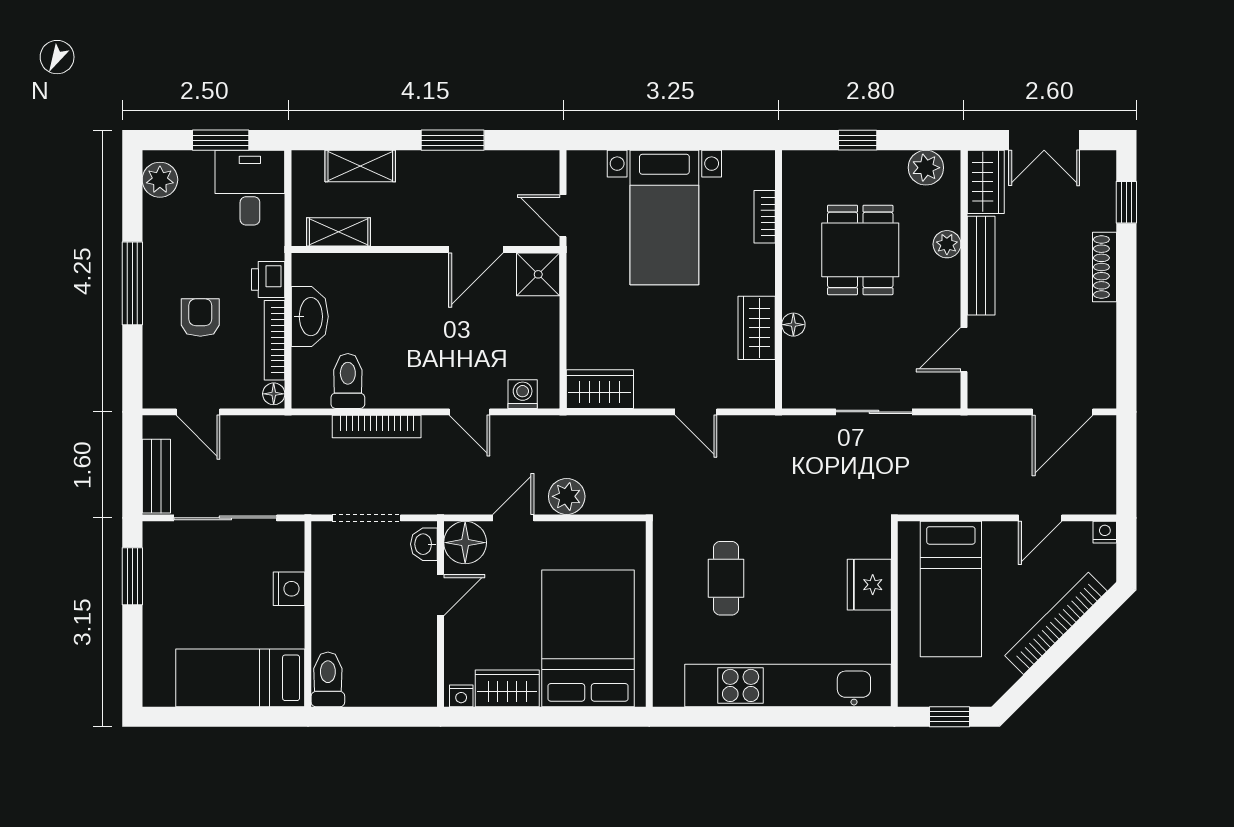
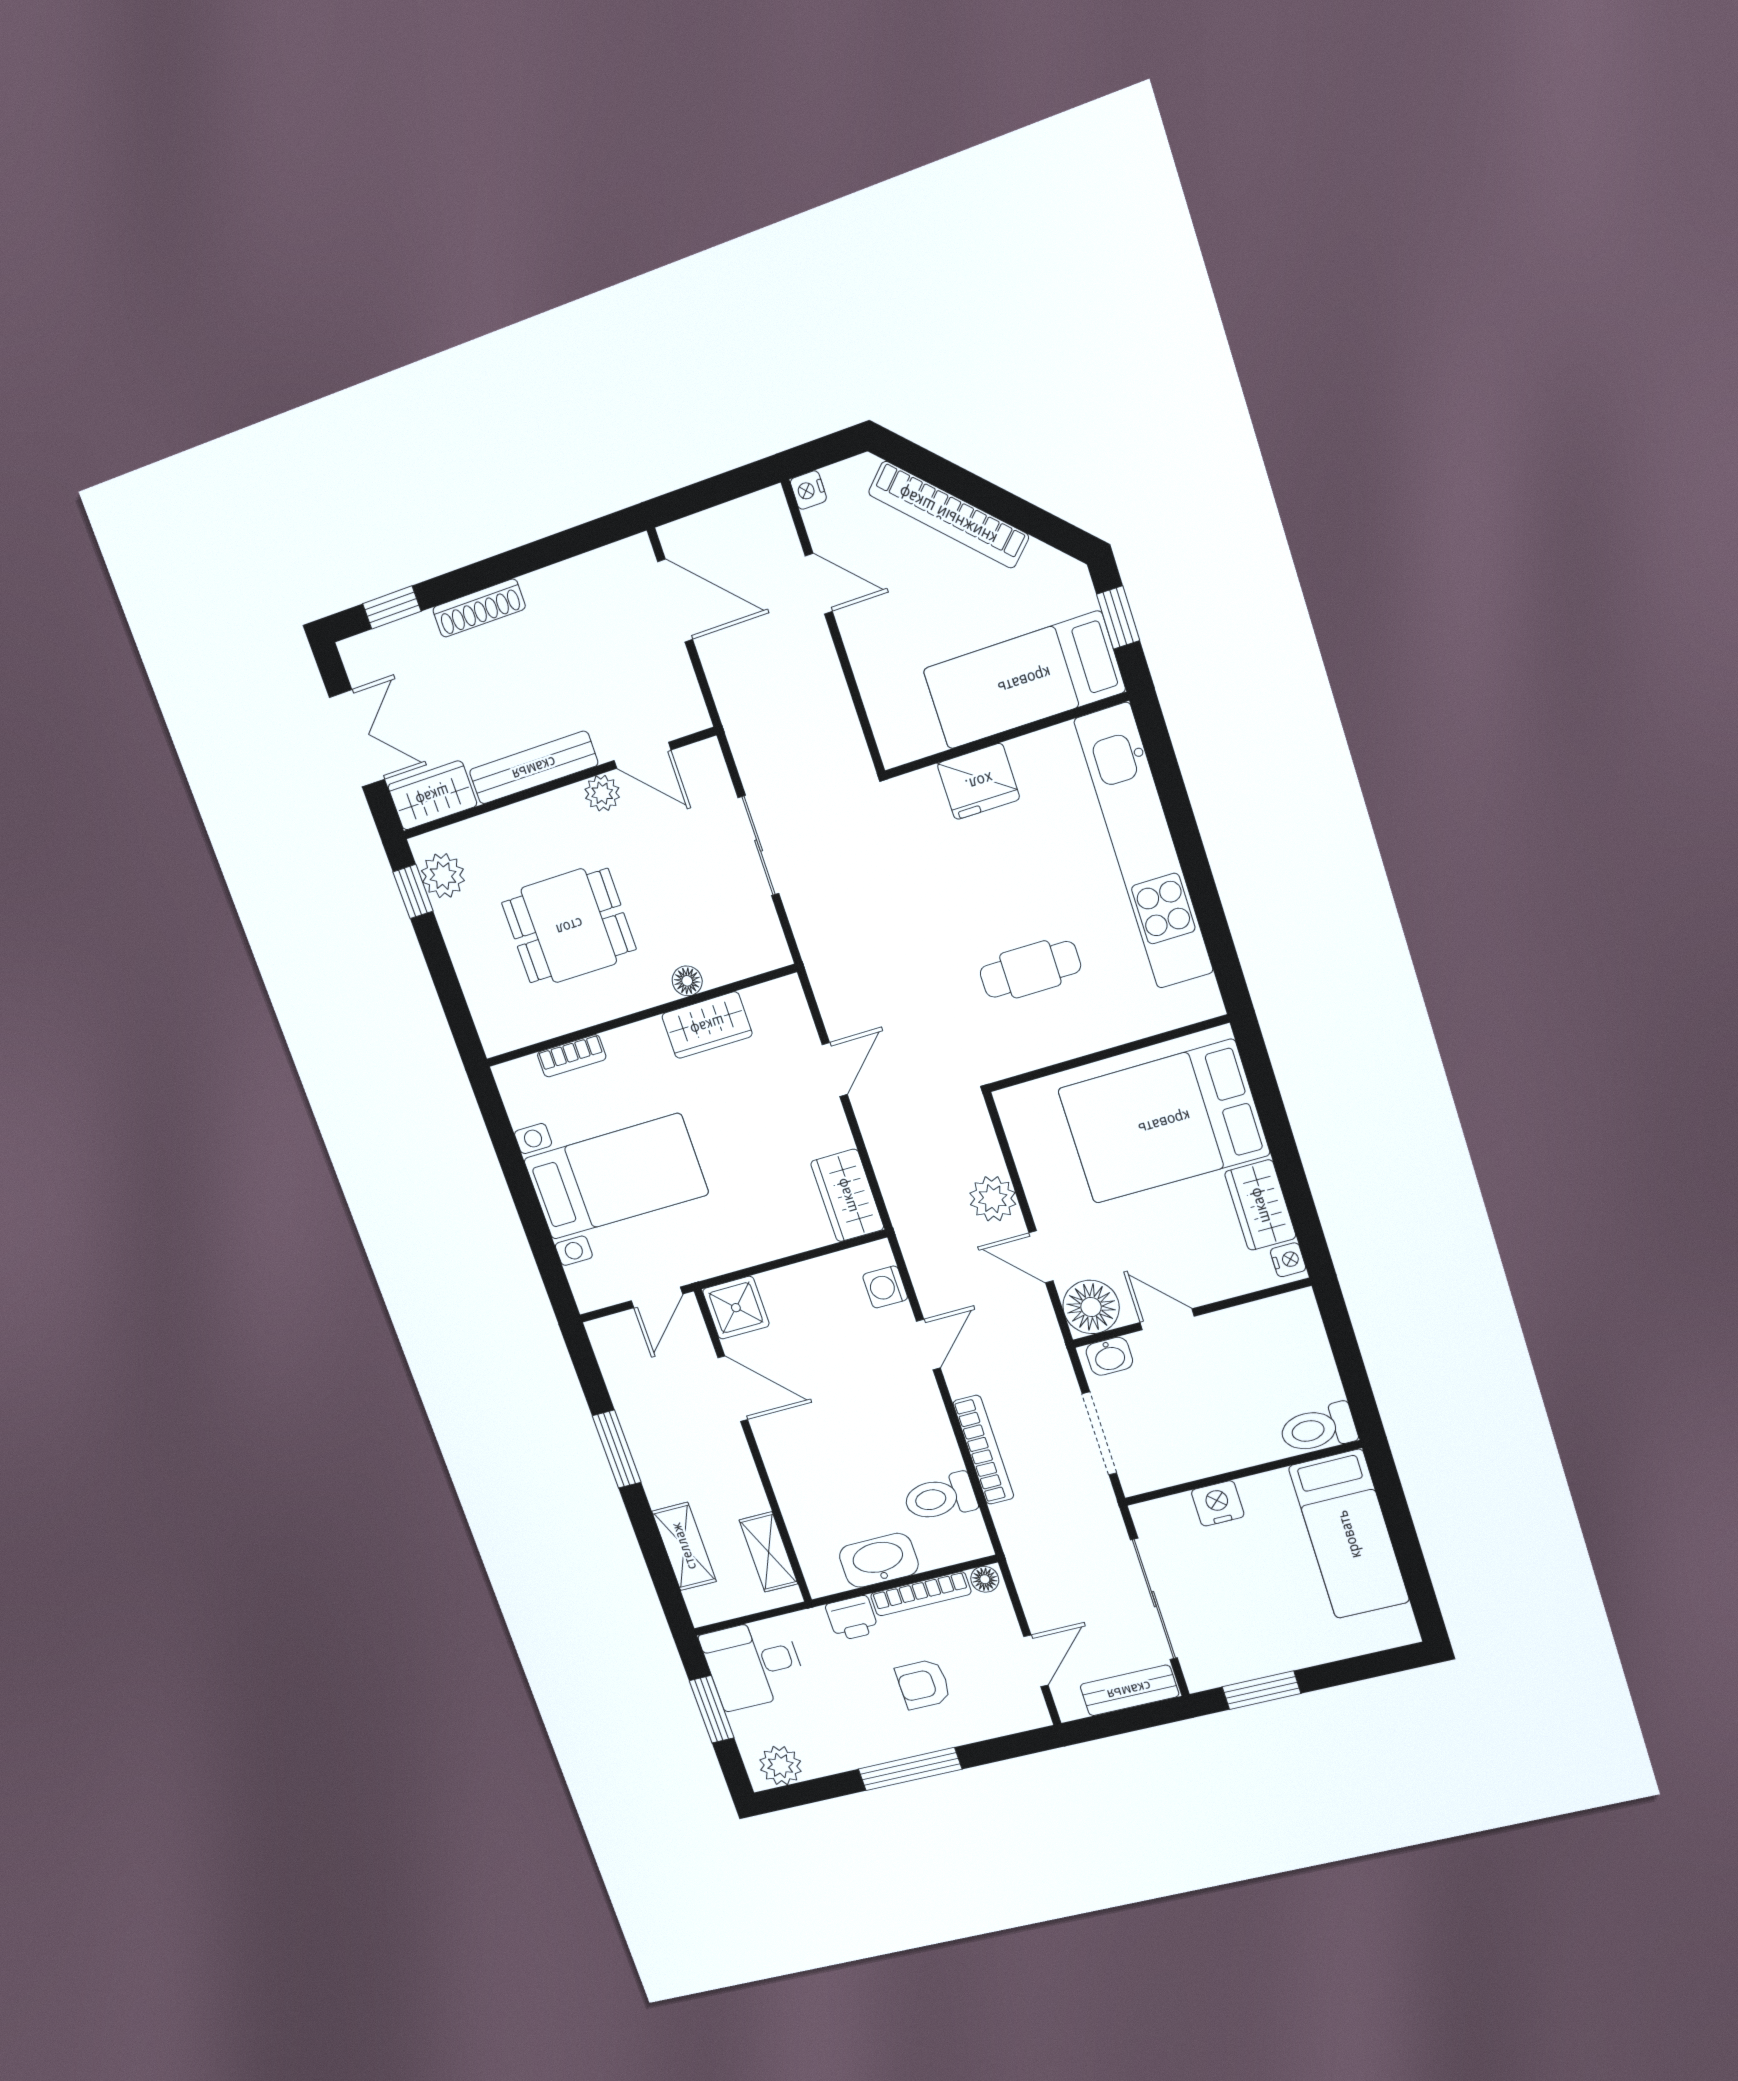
window: (858, 140) -> (413, 892), moved
plant: (947, 244) -> (602, 793), moved
bed: (951, 589) -> (1024, 680), moved, turned 180

